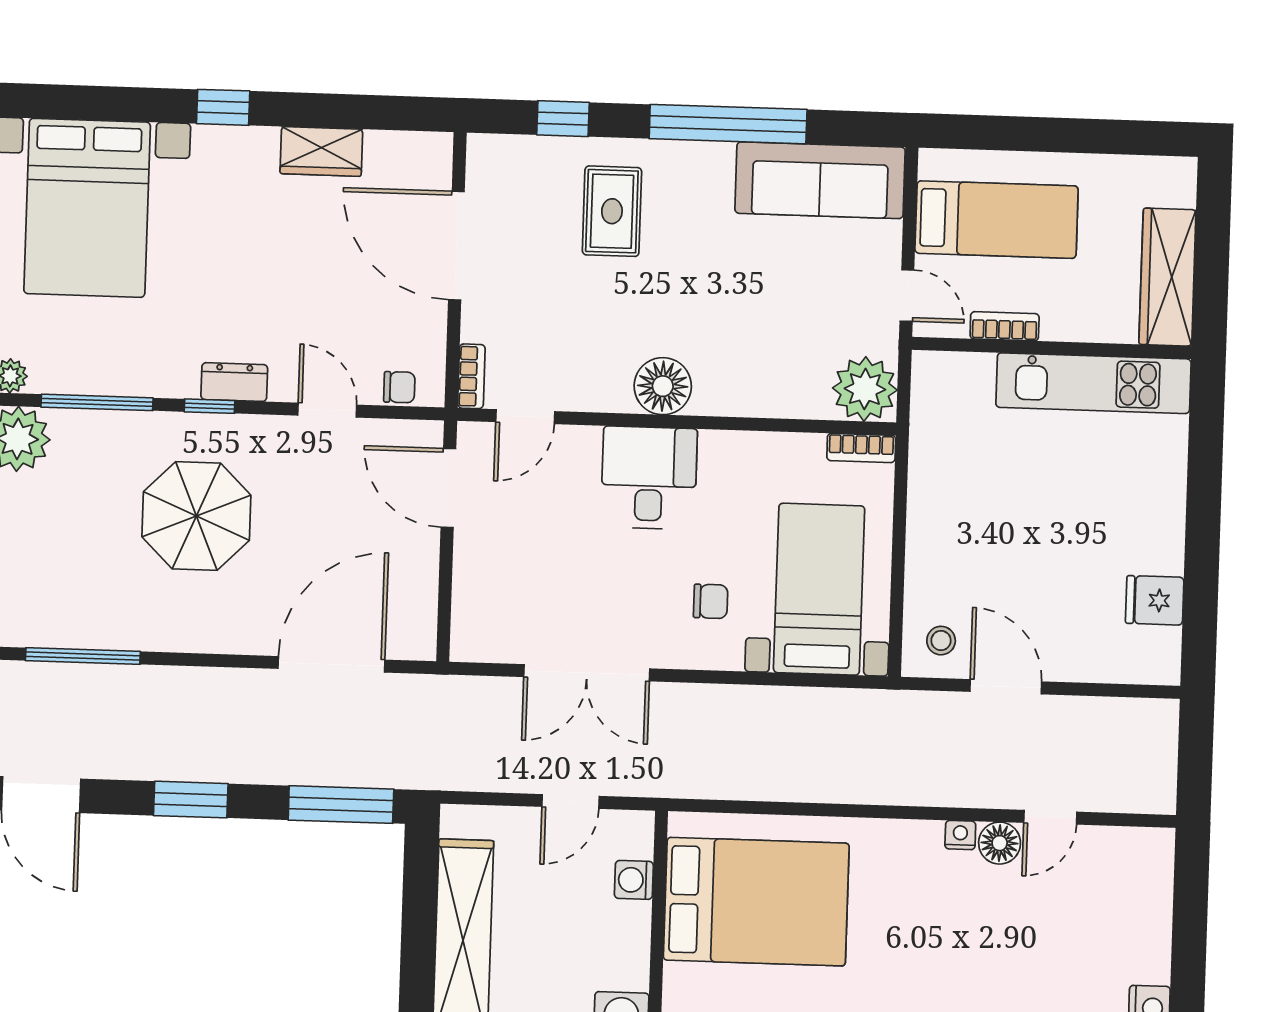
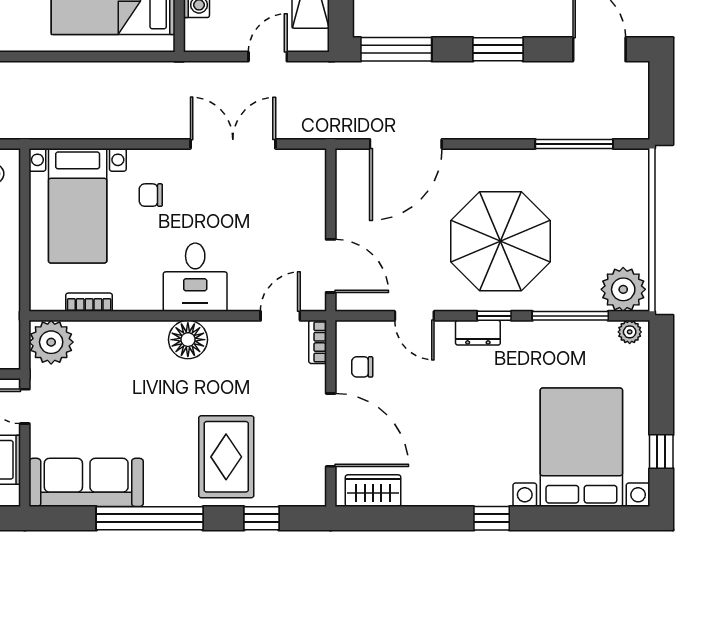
wardrobe: (321, 151) -> (373, 491), moved
rug: (612, 211) -> (226, 457), width x1.36, depth x1.43
chair: (399, 387) -> (362, 367), moved
bookcase: (861, 448) -> (89, 302), moved
parasol: (196, 516) -> (501, 241), width x1.36, depth x1.36
door: (571, 801) -> (268, 57), moved

